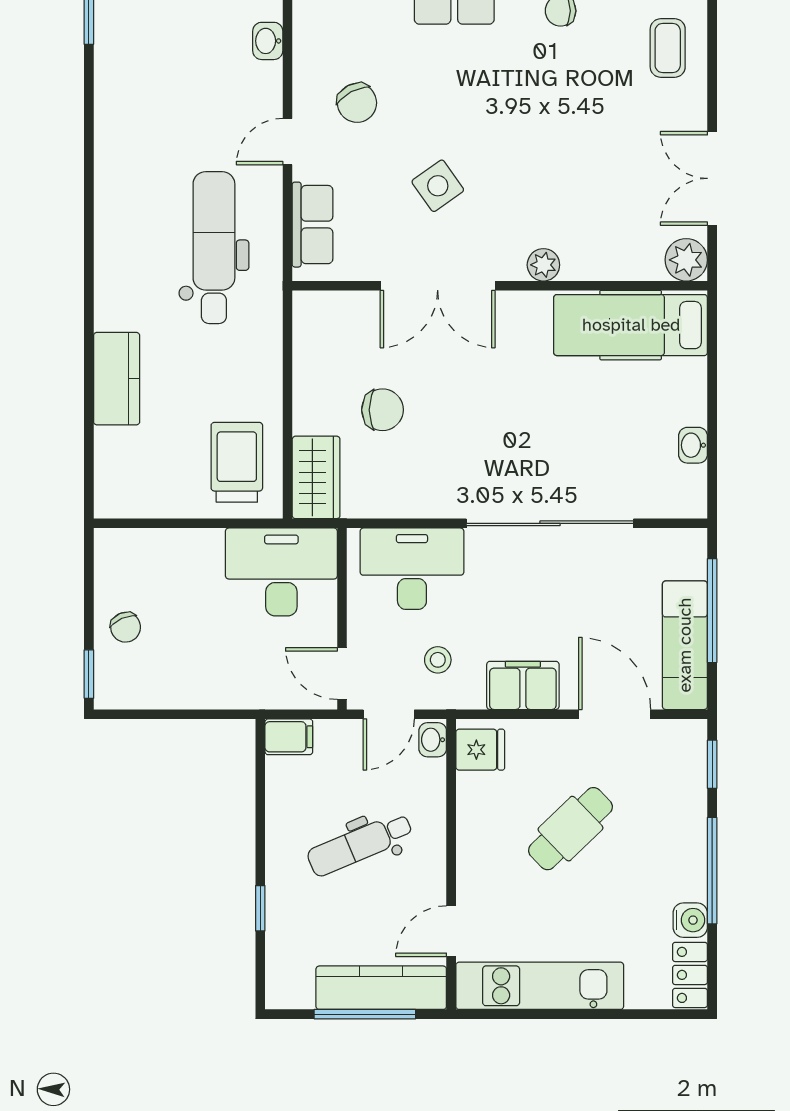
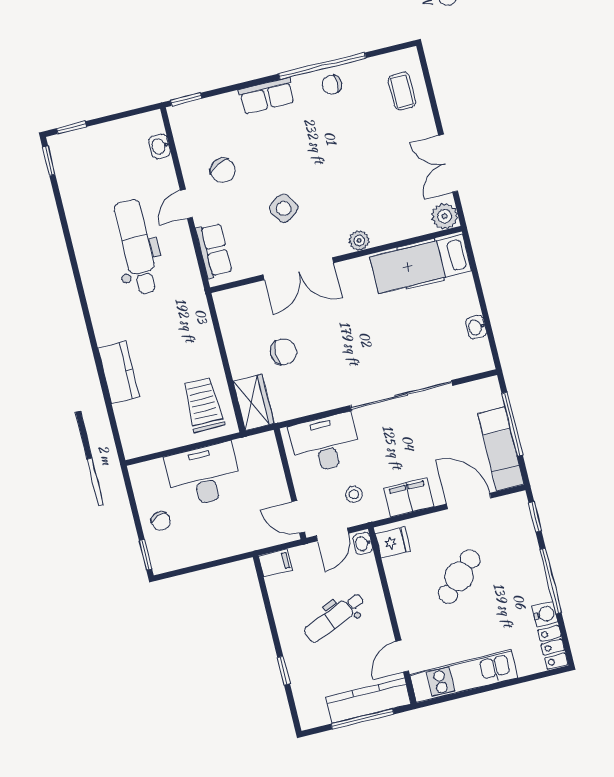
dental chair: (214, 248) -> (137, 247), moved
desk: (281, 572) -> (204, 475), moved

